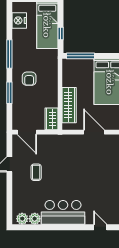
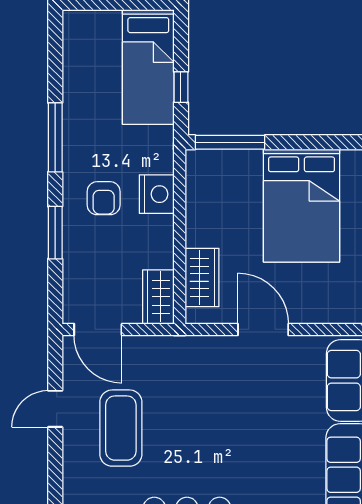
nightstand: (19, 20) -> (157, 194), moved, turned 180
wardrobe: (69, 105) -> (202, 278), width x0.67
coffee table: (36, 172) -> (121, 428), width x1.86, depth x1.72

